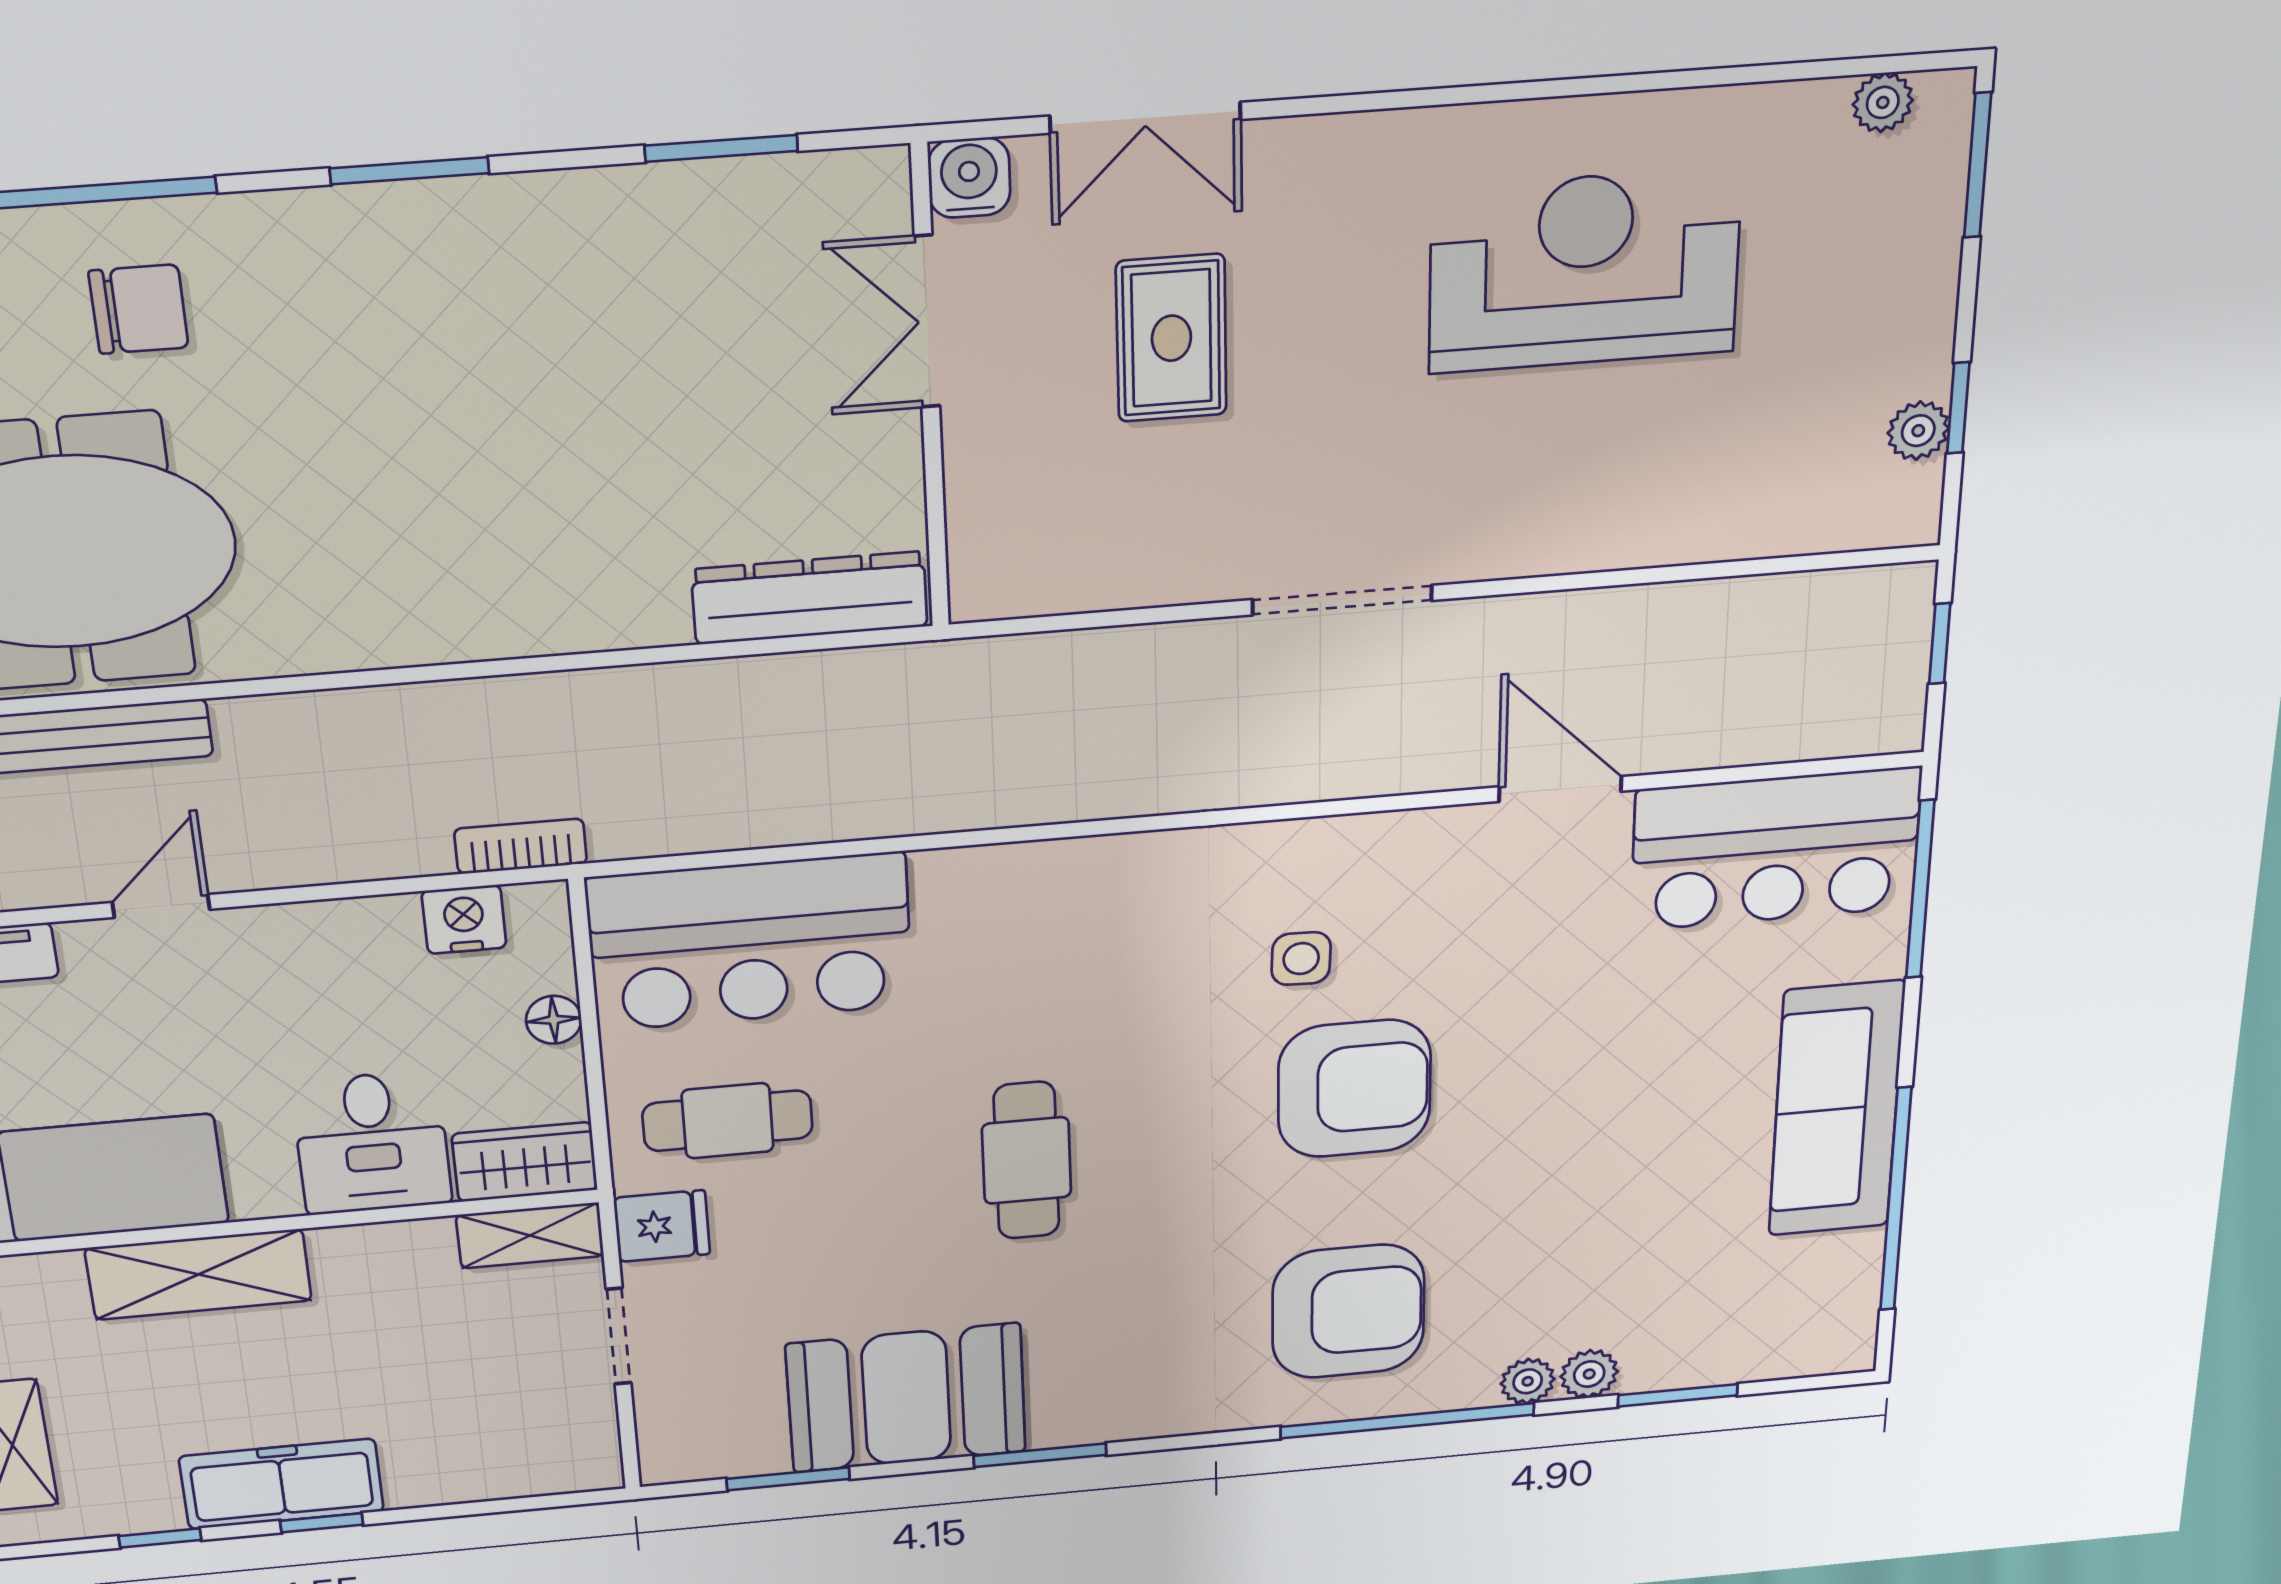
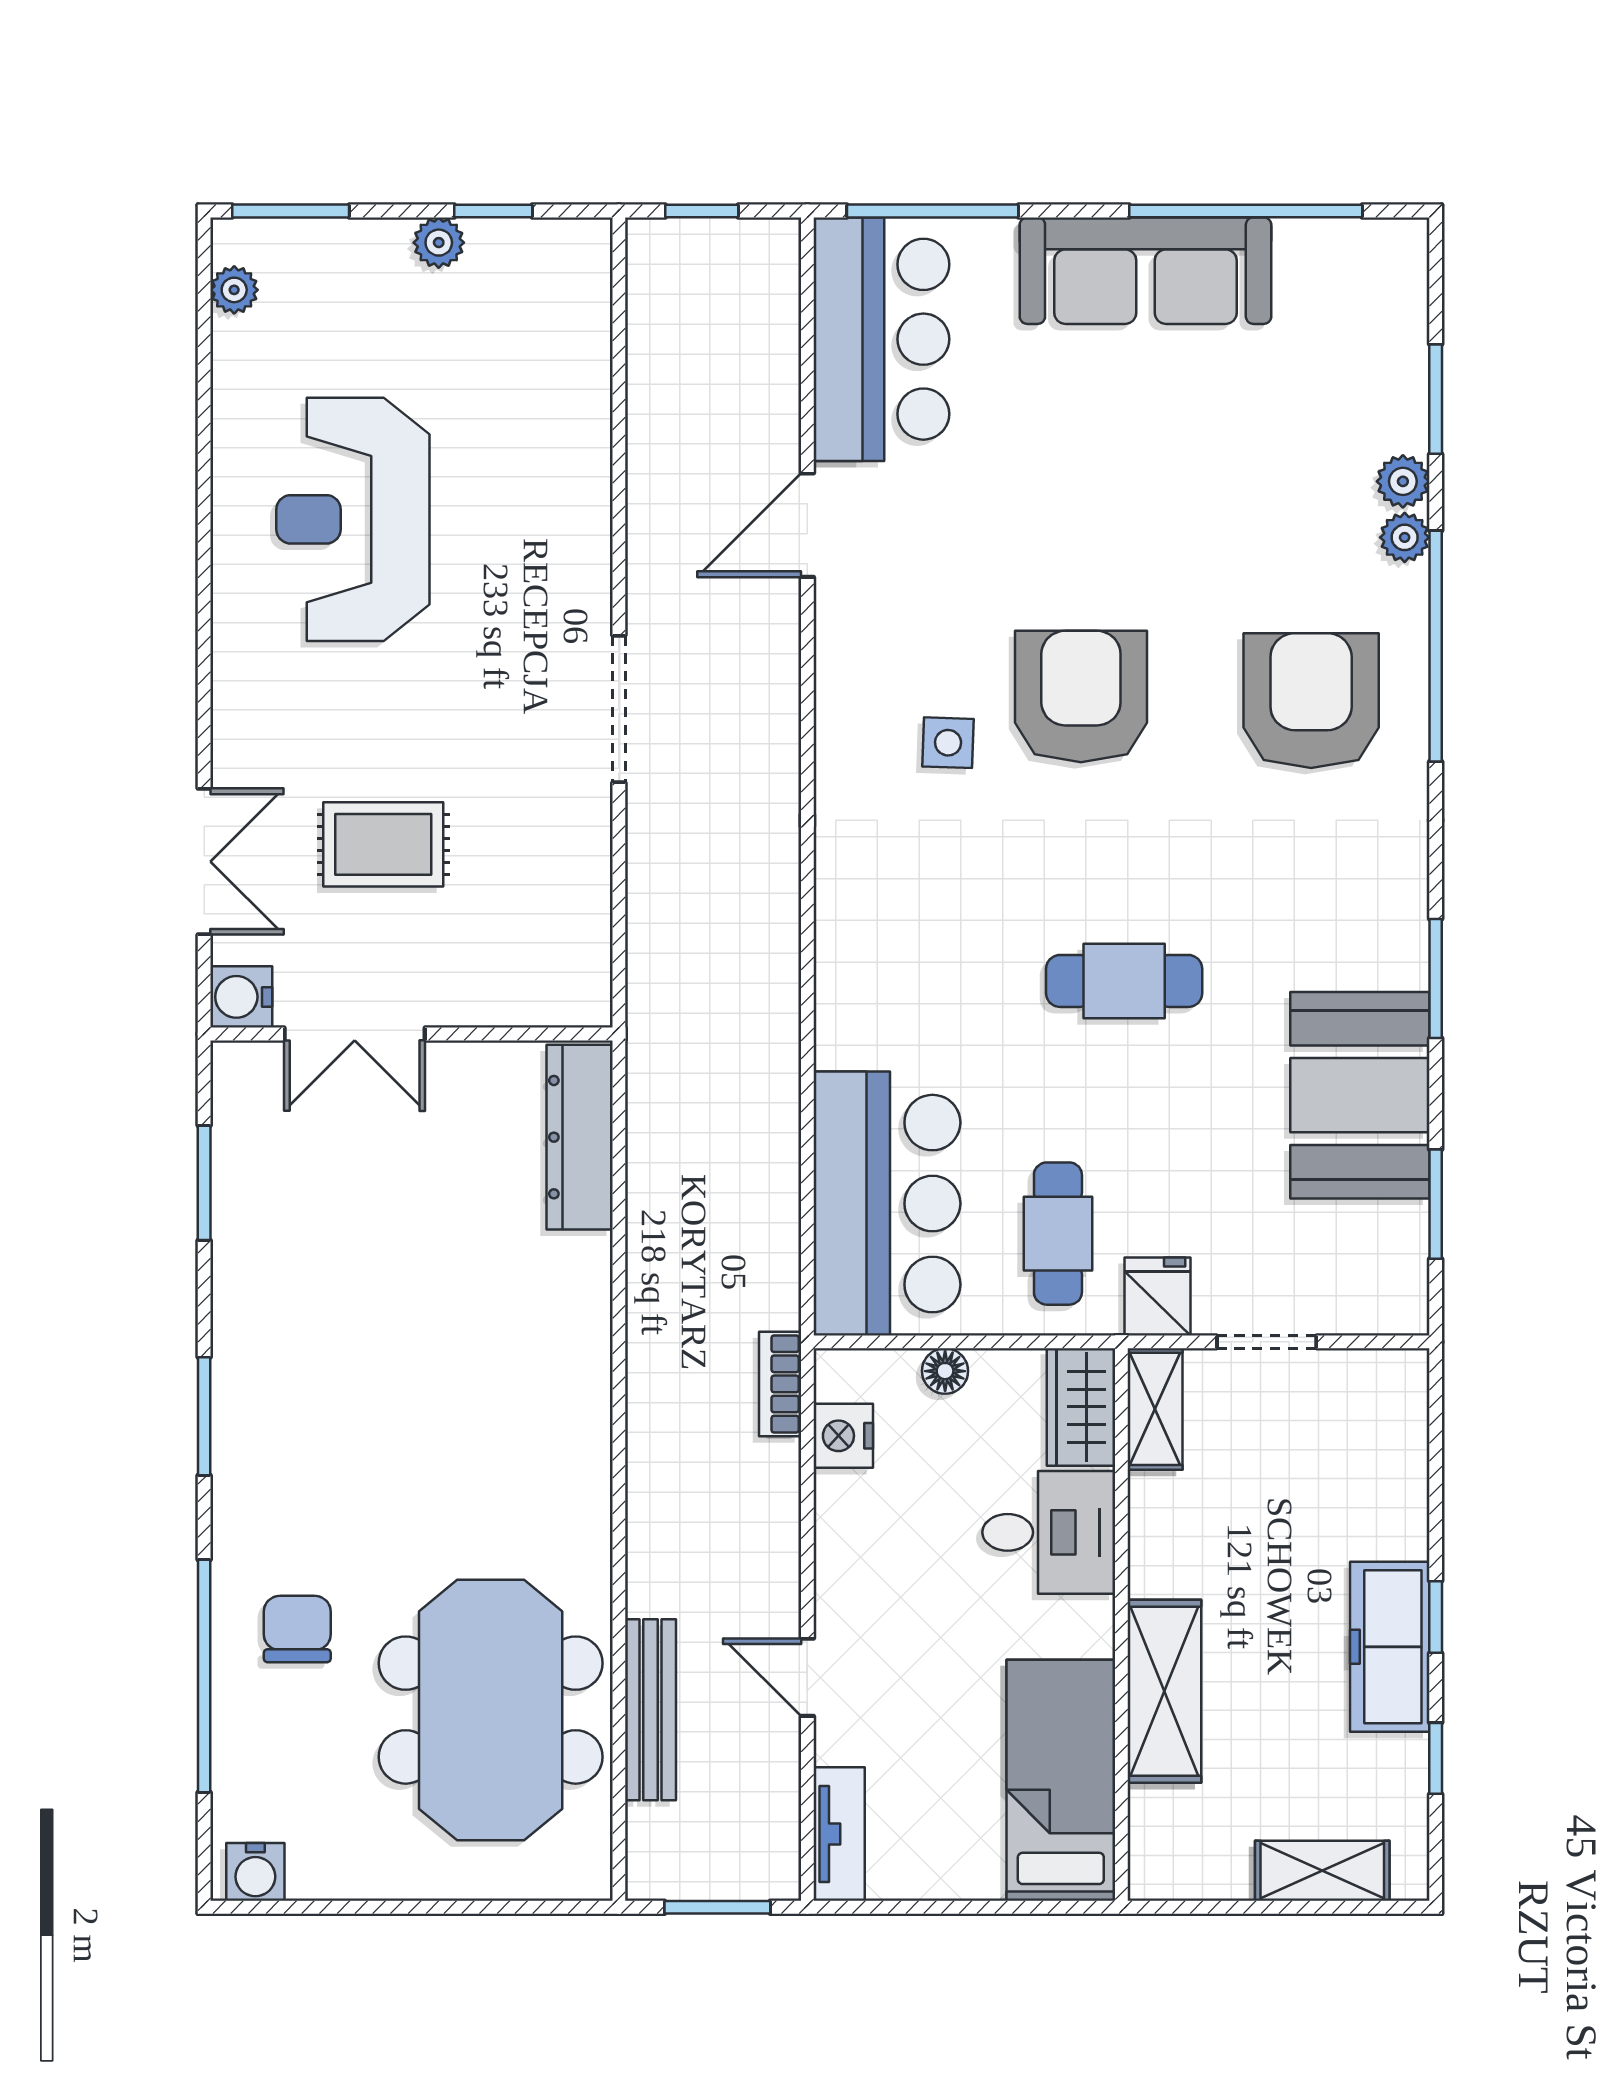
plant: (1918, 431) -> (439, 243), moved

